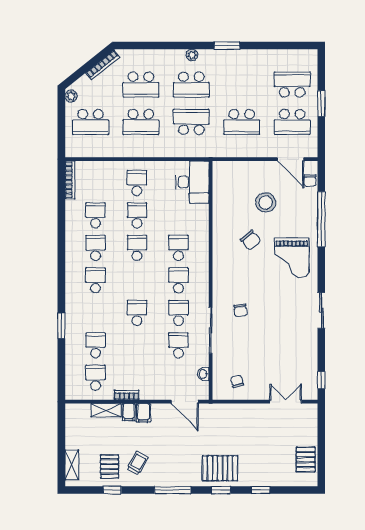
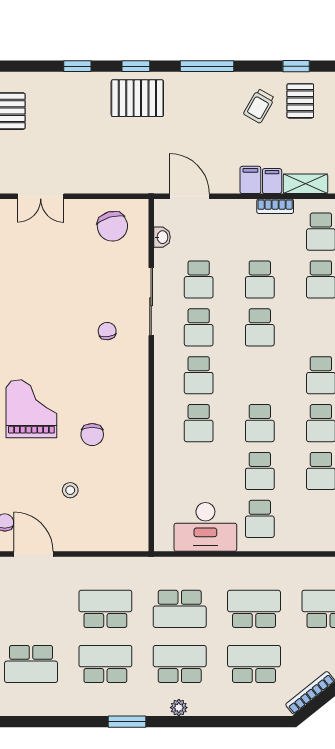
school desk: (292, 122) -> (105, 664), moved
desk: (192, 182) -> (205, 527), moved, turned -90
stool: (266, 202) -> (70, 490), width x0.53, depth x0.53
chair: (251, 240) -> (92, 435), turned -139
school desk: (137, 345) -> (260, 279), added
chair: (237, 381) -> (112, 226), width x1.87, depth x1.87

